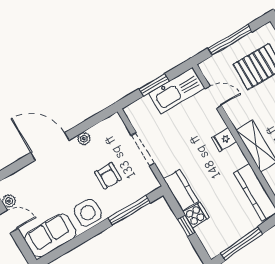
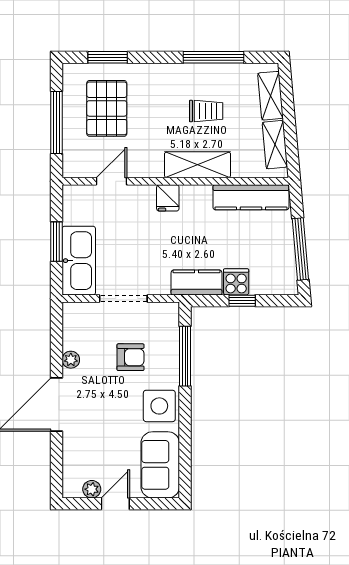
kitchen sink: (177, 91) -> (79, 261), moved

